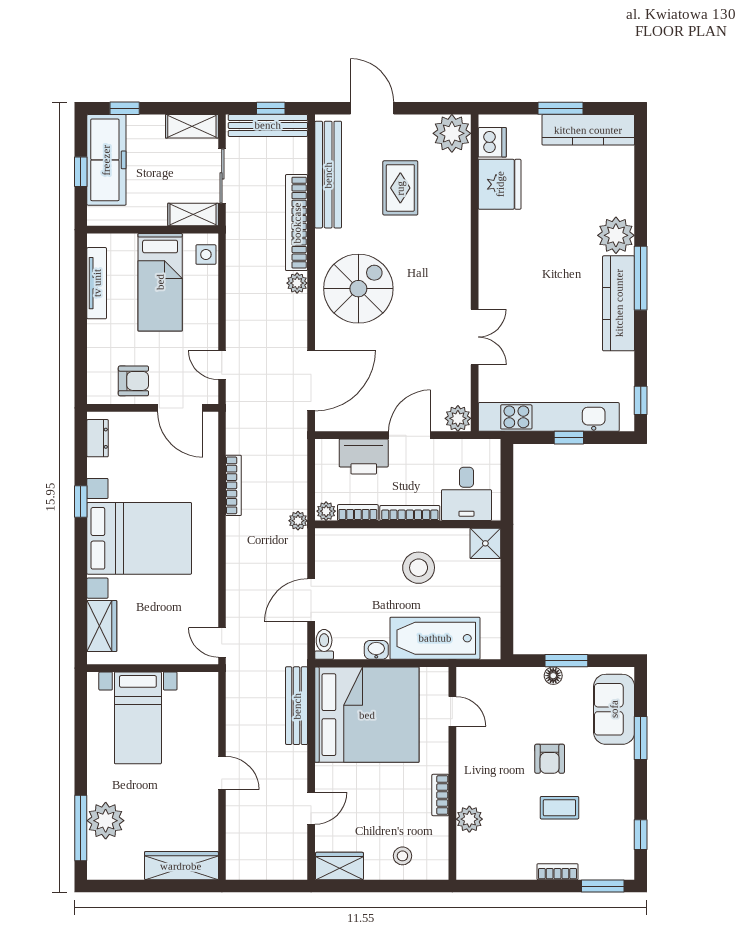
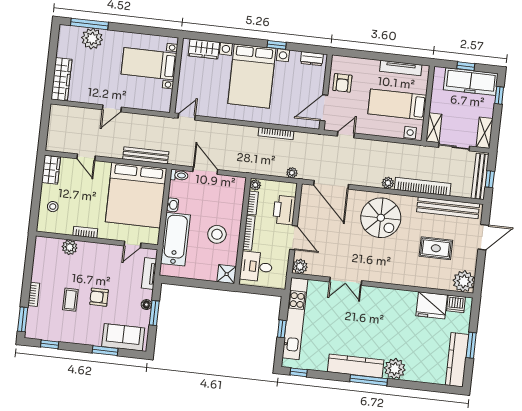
plant: (298, 521) -> (292, 173), moved
tv unit: (499, 677) -> (149, 274), added

